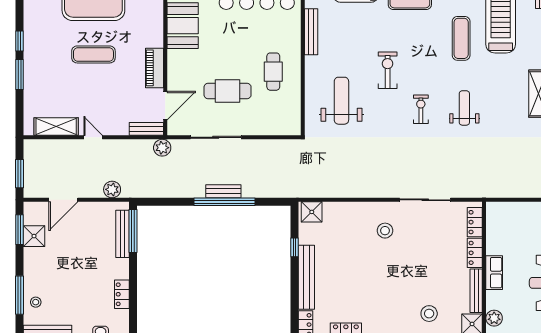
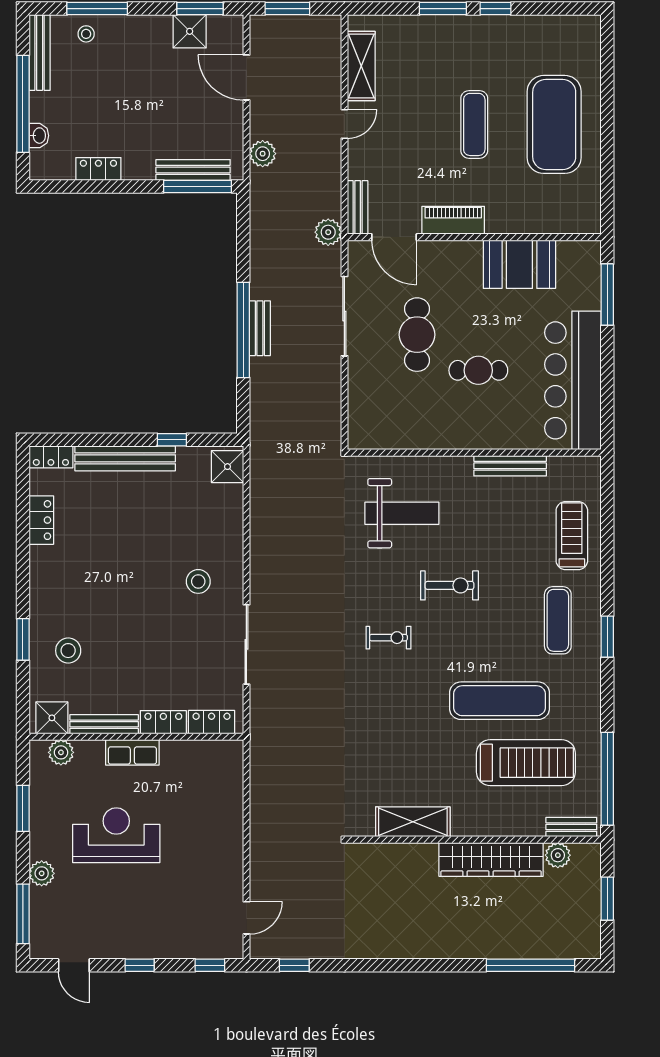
exercise mat: (461, 38) -> (500, 701), width x1.36, depth x1.45
cafe table: (273, 72) -> (478, 370), moved
weight bench: (464, 108) -> (390, 706), removed

